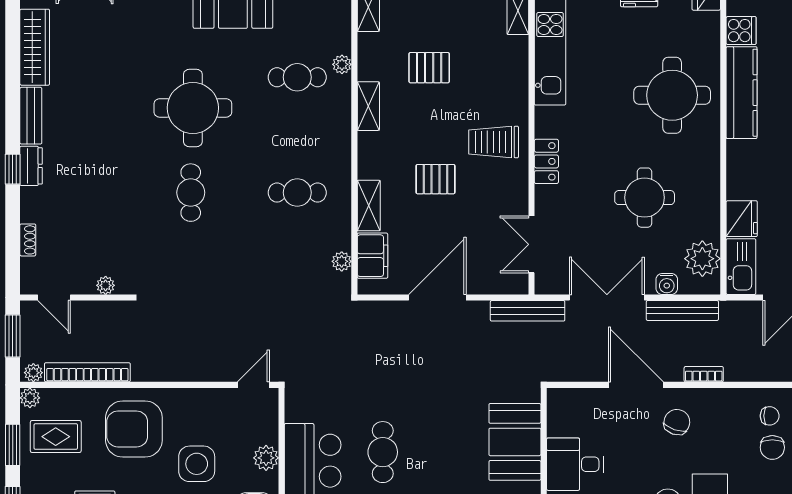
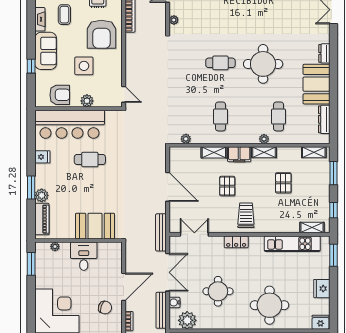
plant: (342, 64) -> (264, 139), moved
filing cabinet: (372, 256) -> (239, 154), moved
armchair: (134, 429) -> (101, 34), turned 180

